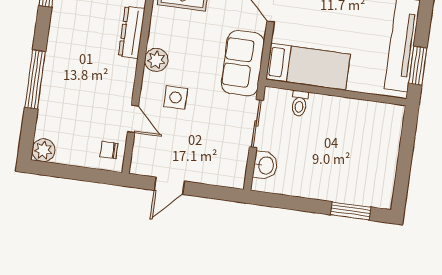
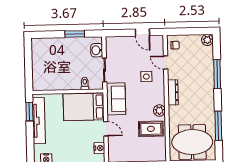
dresser: (132, 32) -> (173, 92), moved
plant: (156, 60) -> (159, 111), moved
bed: (308, 66) -> (84, 107), width x1.50
door: (169, 186) -> (142, 32), swing flipped
window: (351, 211) -> (75, 34), moved

